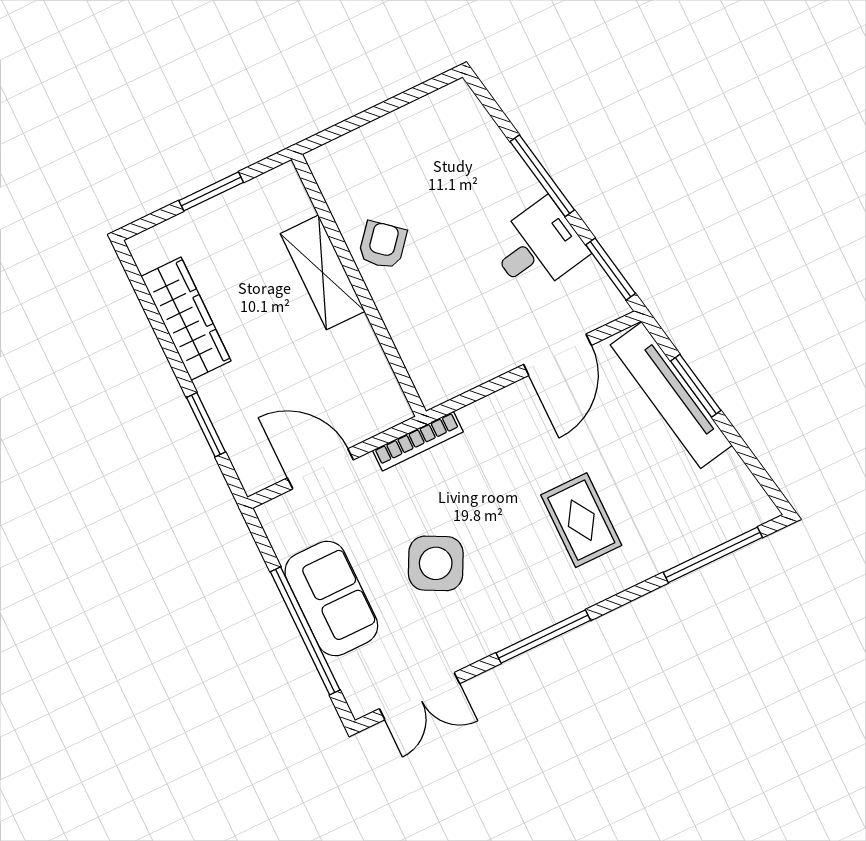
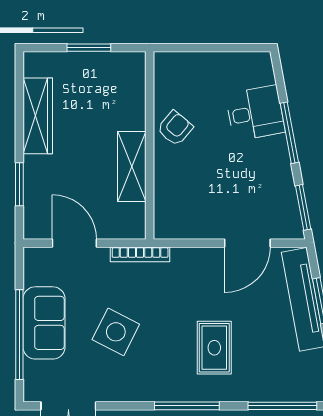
desk: (538, 247) -> (255, 113), moved
shelving: (323, 272) -> (132, 166), moved
window: (543, 637) -> (187, 406), moved

